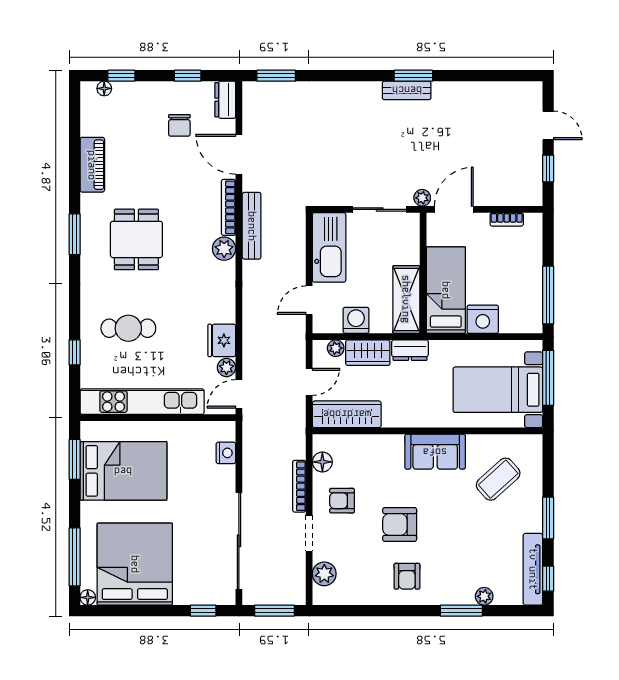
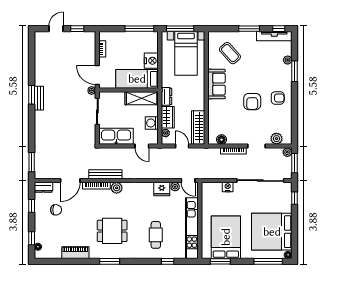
nightstand: (226, 453) -> (228, 187), moved
armchair: (342, 501) -> (241, 130), removed
plant: (297, 596) -> (287, 152), added

